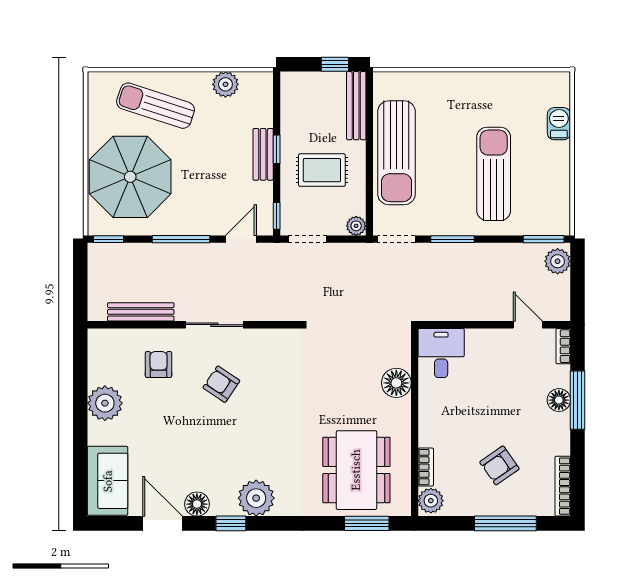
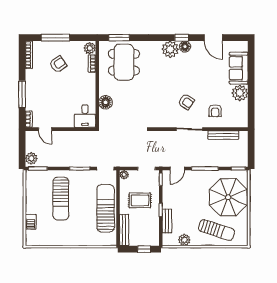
window: (335, 64) -> (144, 249), moved
bench: (263, 154) -> (167, 221), moved
floor lamp: (559, 400) -> (31, 94), removed
sofa: (108, 481) -> (239, 68), moved
floor lamp: (197, 504) -> (185, 47), moved

